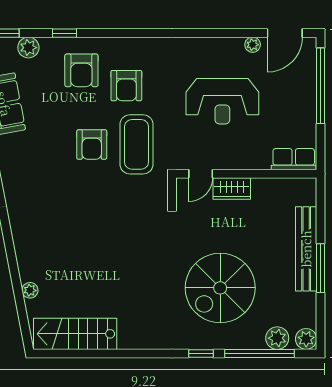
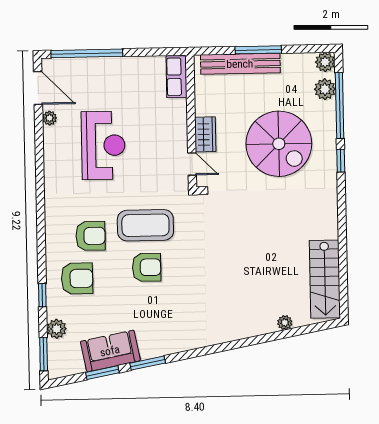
row of seats: (294, 159) -> (177, 77), moved
door: (201, 174) -> (192, 164), moved
wall: (246, 174) -> (191, 121), moved
wardrobe: (232, 188) -> (205, 134), moved

